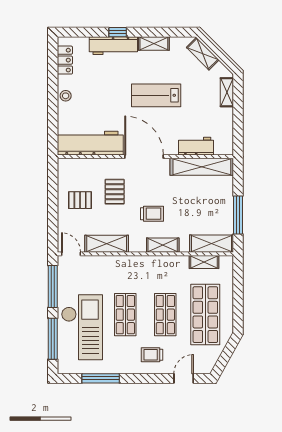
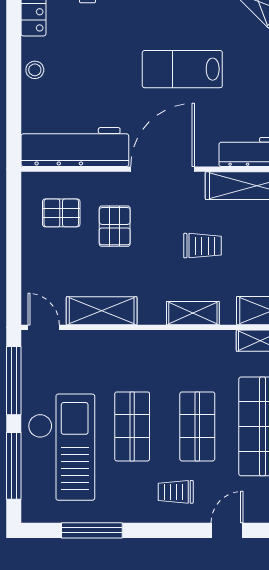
door: (144, 157) -> (163, 169), hinge flipped
pallet: (80, 200) -> (61, 213), moved
trolley: (152, 214) -> (202, 246), moved

